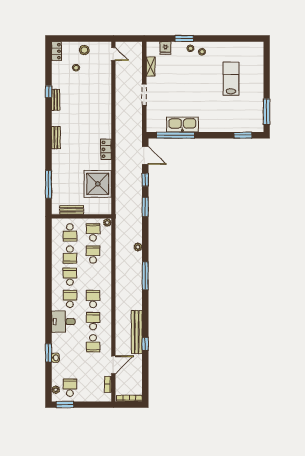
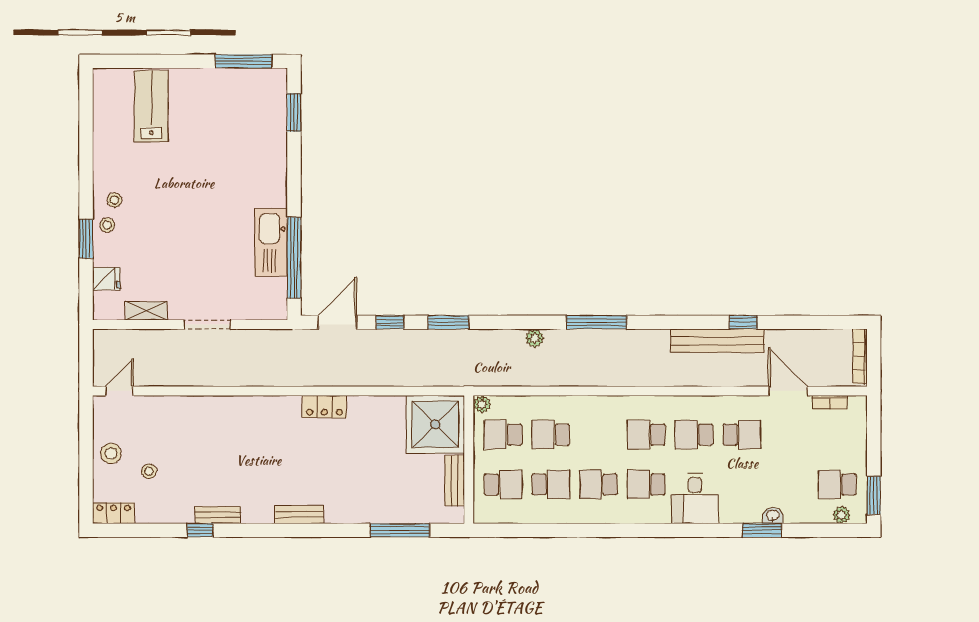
lab bench: (231, 79) -> (151, 106), moved, turned 90
shower: (98, 184) -> (435, 424), moved

